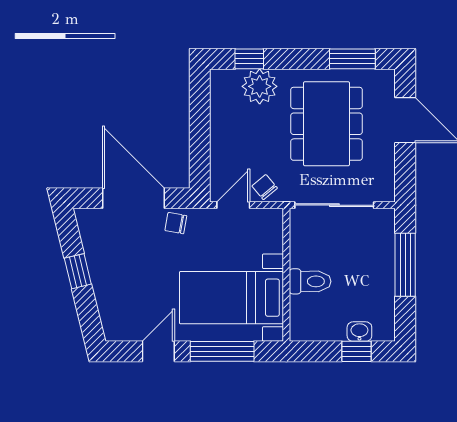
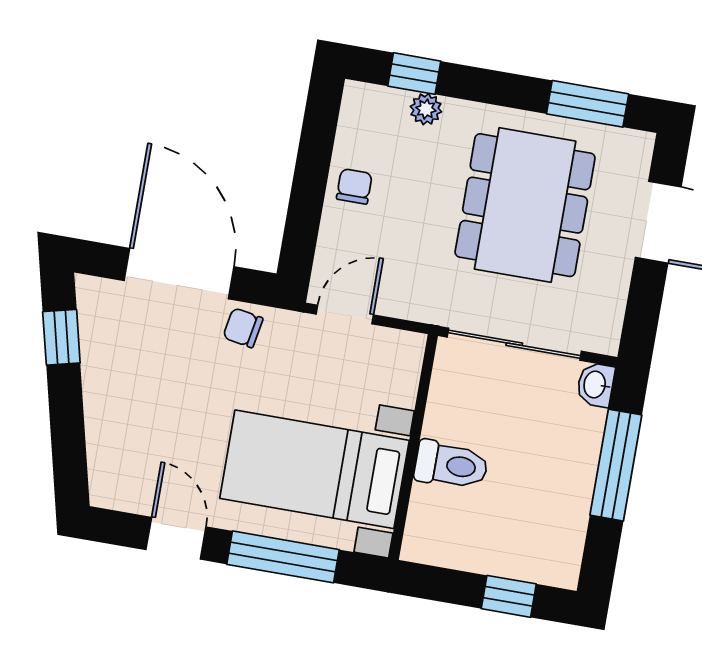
plant: (260, 86) -> (426, 109), width x0.53, depth x0.53
chair: (265, 187) -> (354, 186), moved, turned 40
window: (78, 271) -> (61, 337), moved
washbasin: (359, 332) -> (596, 385), moved, turned -90
door: (158, 351) -> (176, 538), hinge flipped

